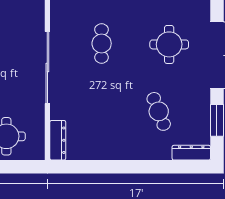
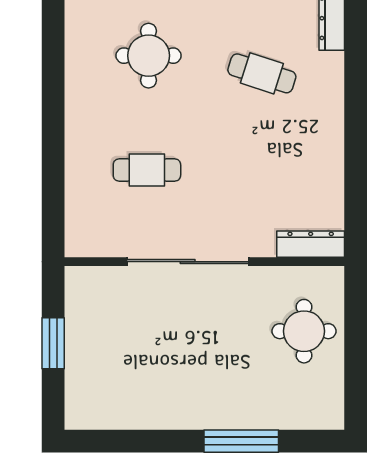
cafe table: (159, 111) -> (262, 73), turned 39

